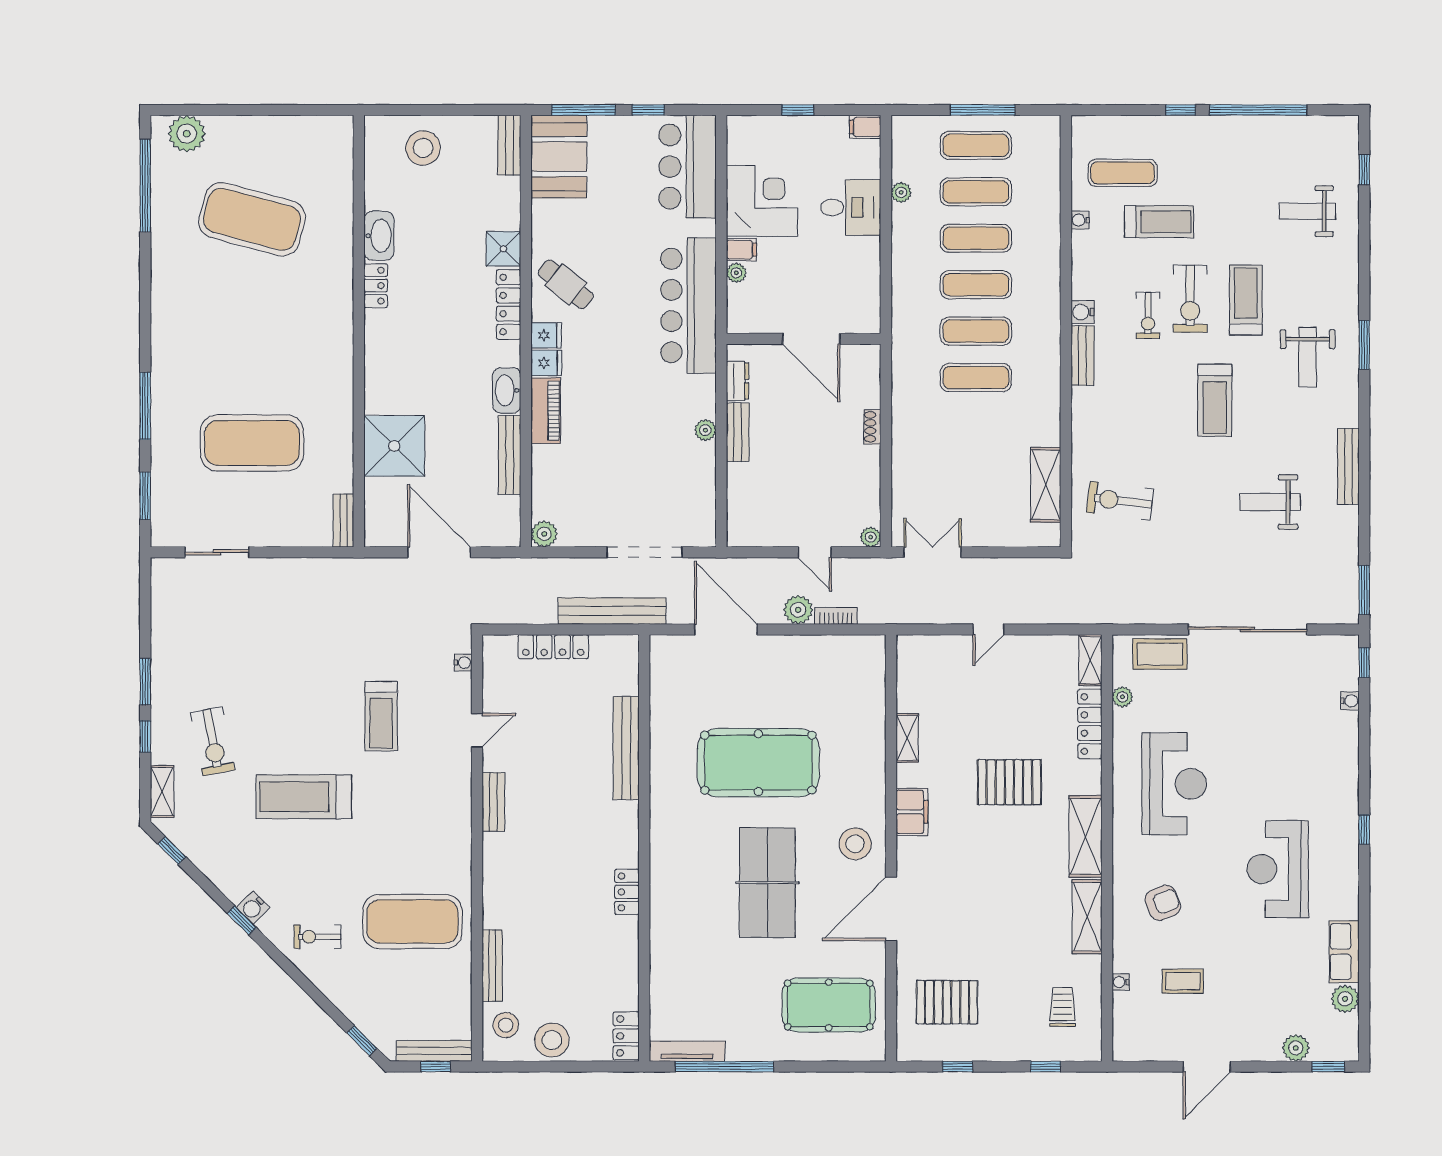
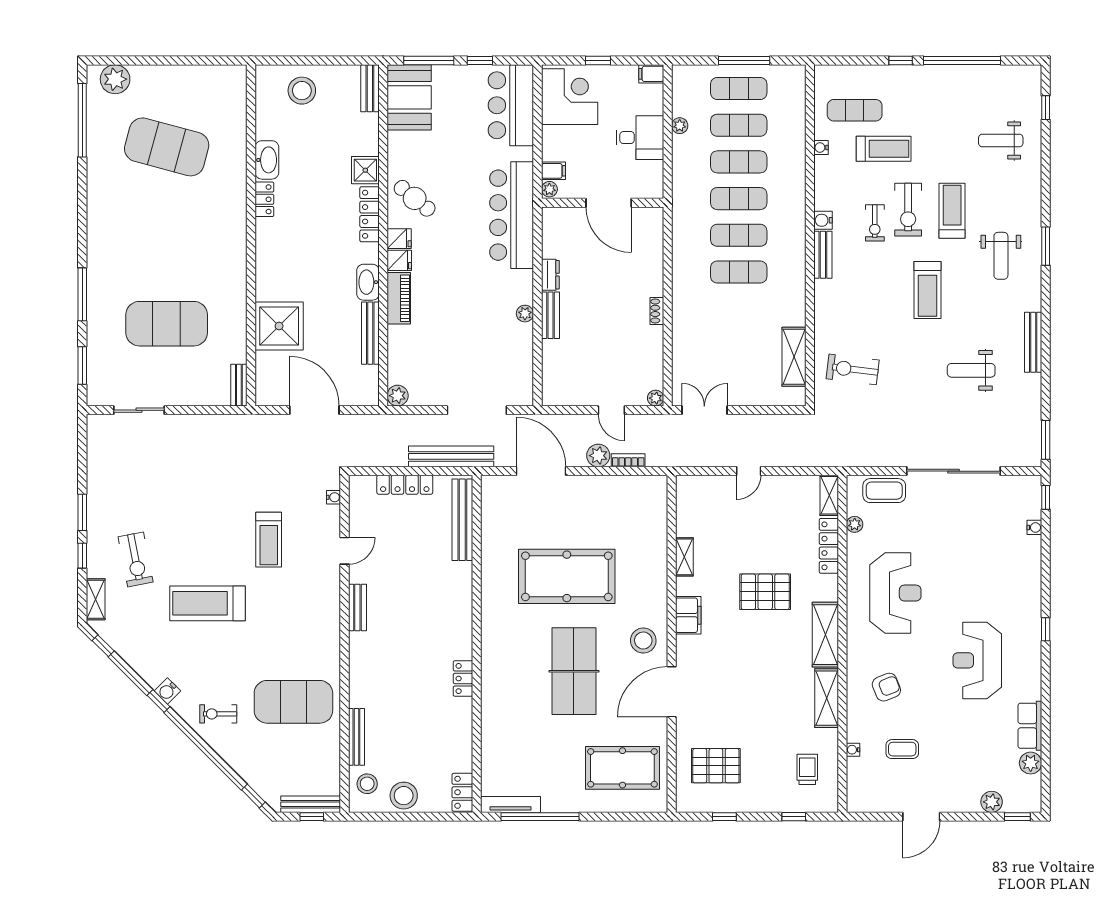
corner desk: (762, 201) -> (570, 97), moved
wall: (804, 339) -> (603, 203), moved
door: (811, 339) -> (609, 203), moved
bench: (626, 748) -> (462, 520), moved

